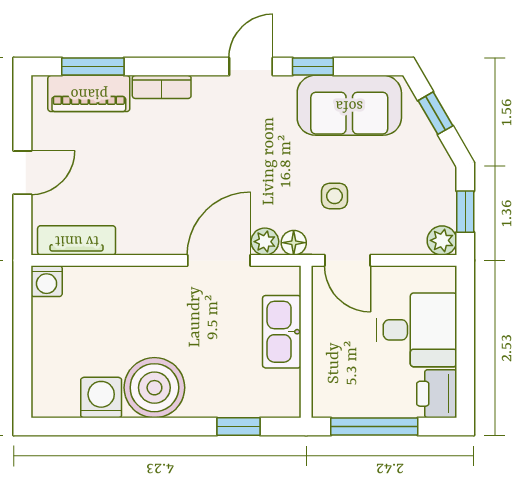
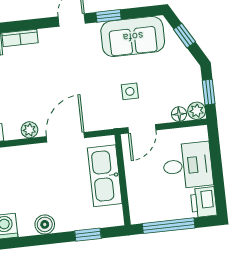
plant: (265, 242) -> (29, 130), moved
floor lamp: (294, 243) -> (179, 114), moved
door: (348, 260) -> (142, 129), hinge flipped
kitchen sink: (282, 332) -> (105, 176), width x1.36, depth x1.24
boiler: (154, 388) -> (45, 224), width x0.54, depth x0.54

